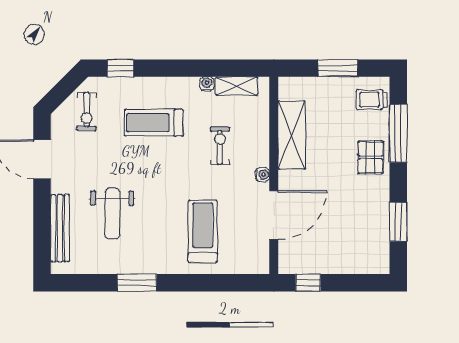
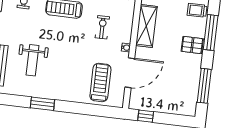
pallet: (371, 157) -> (192, 45), turned 90
window: (398, 222) -> (204, 86), width x1.44
treadmill: (203, 231) -> (100, 83), moved

